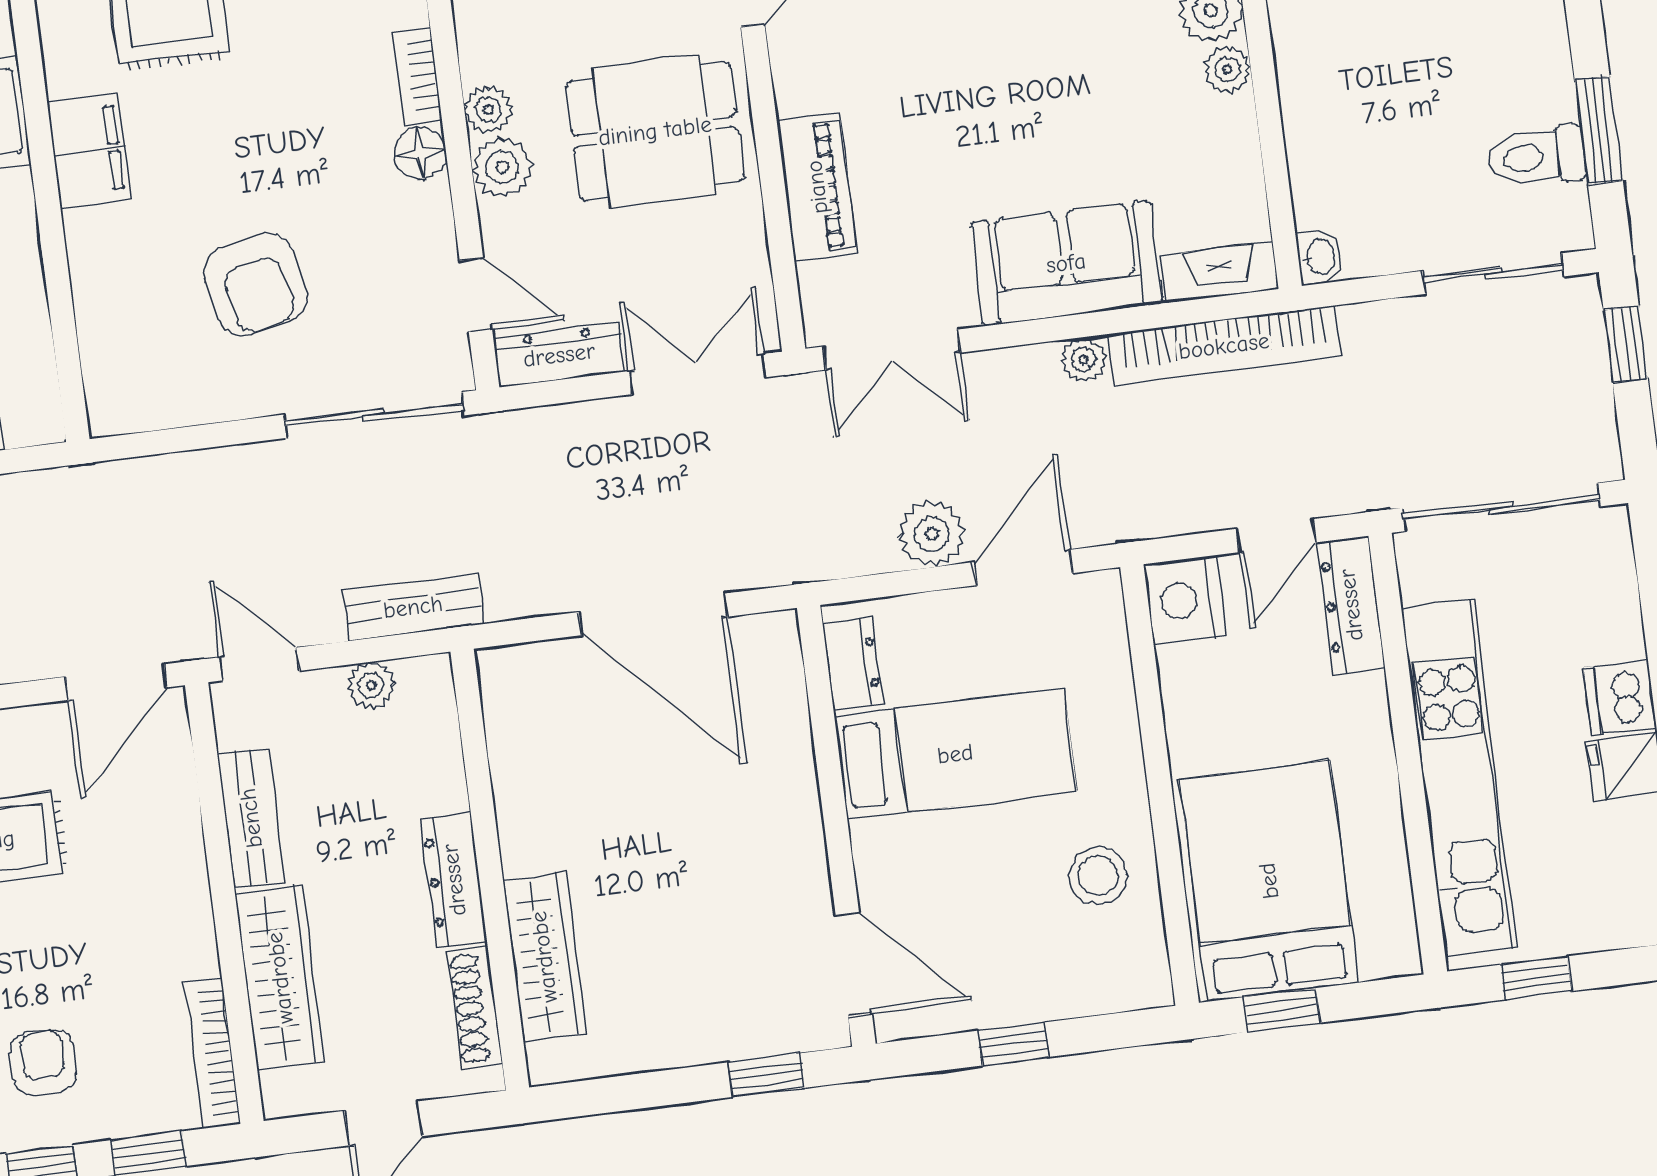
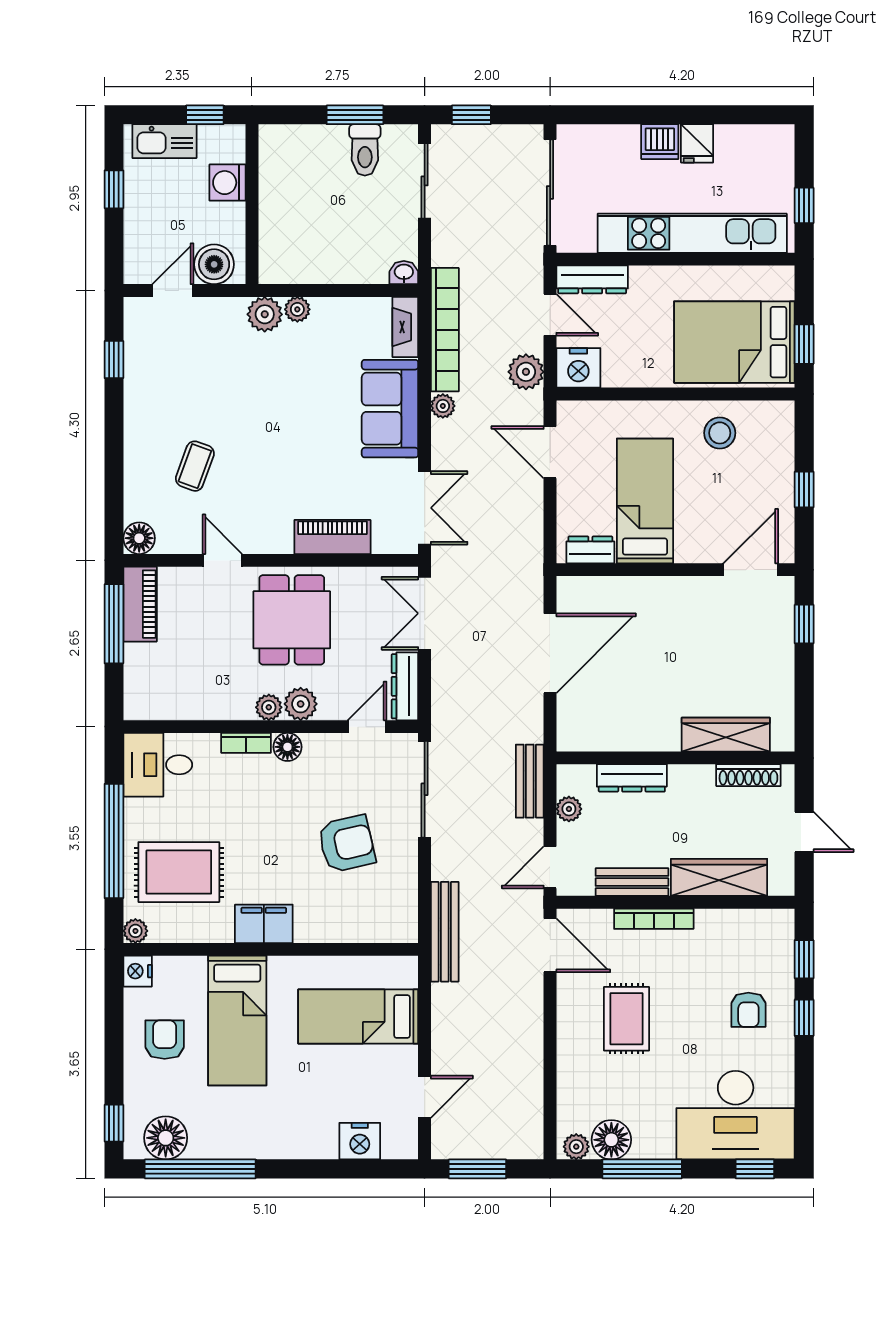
bench: (116, 485) -> (445, 932), added
plant: (932, 534) -> (526, 372), moved
dresser: (454, 880) -> (632, 778), moved
bookcase: (212, 1053) -> (654, 919), moved
armchair: (43, 1062) -> (748, 1010), turned -90

